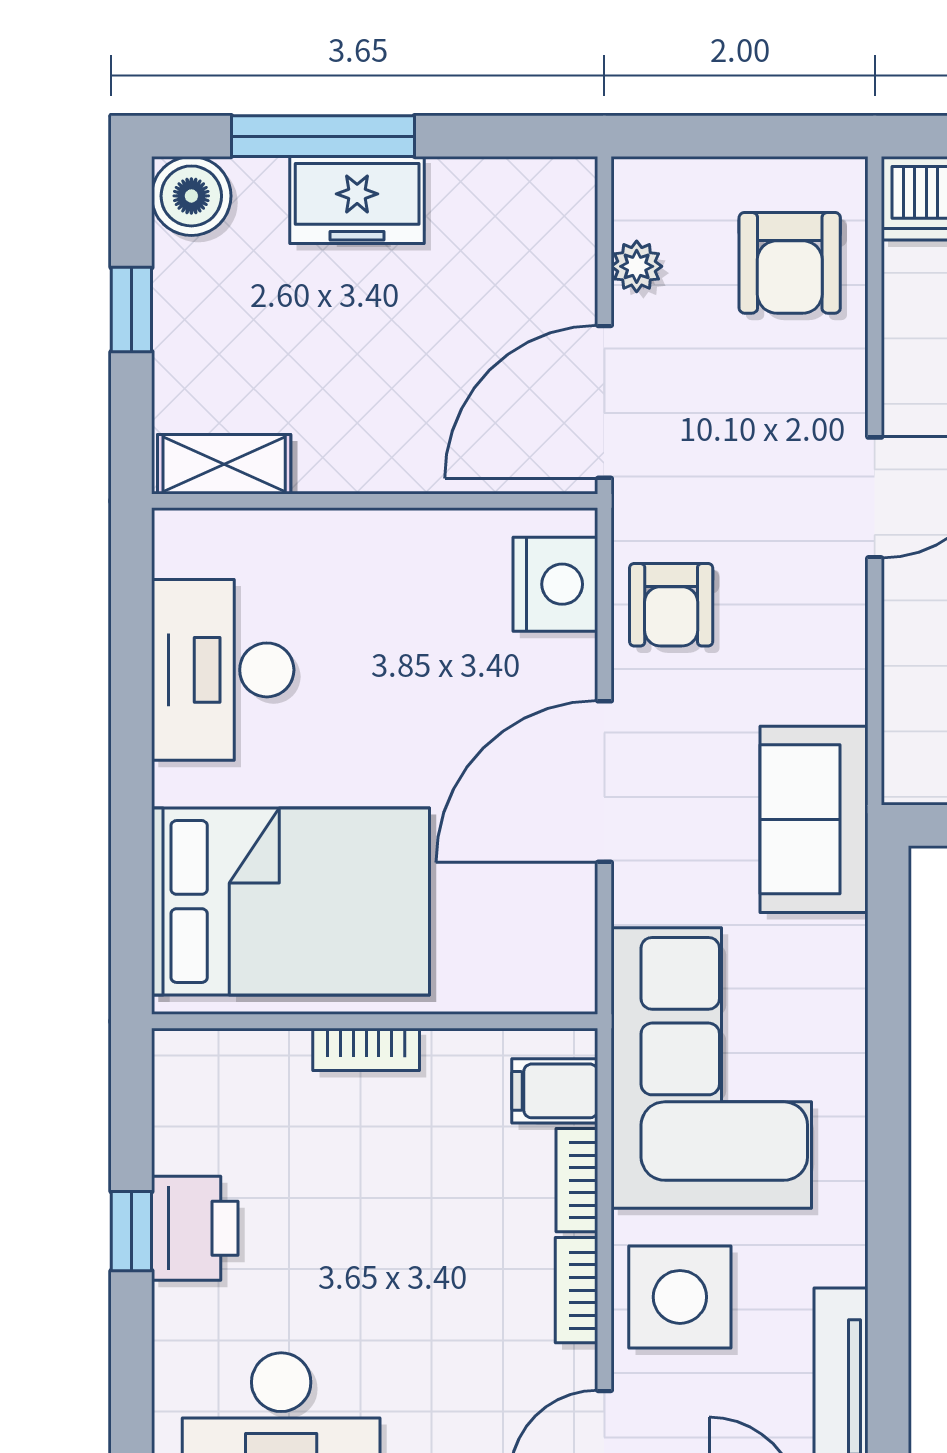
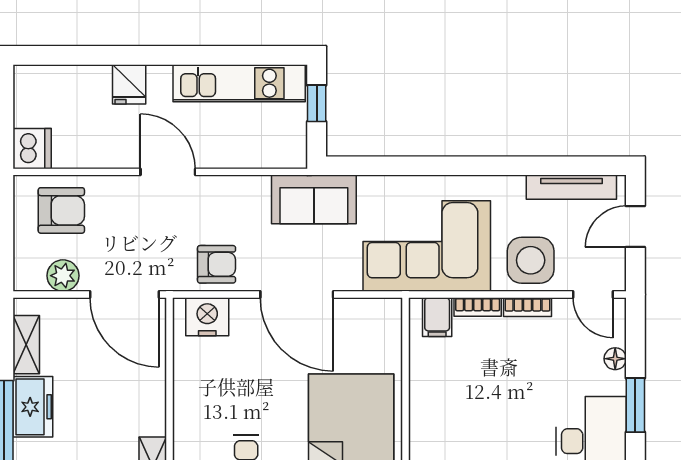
shelving: (494, 185) -> (26, 345), added
plant: (637, 266) -> (63, 276), width x1.38, depth x1.38
bookcase: (366, 1049) -> (418, 403), removed

